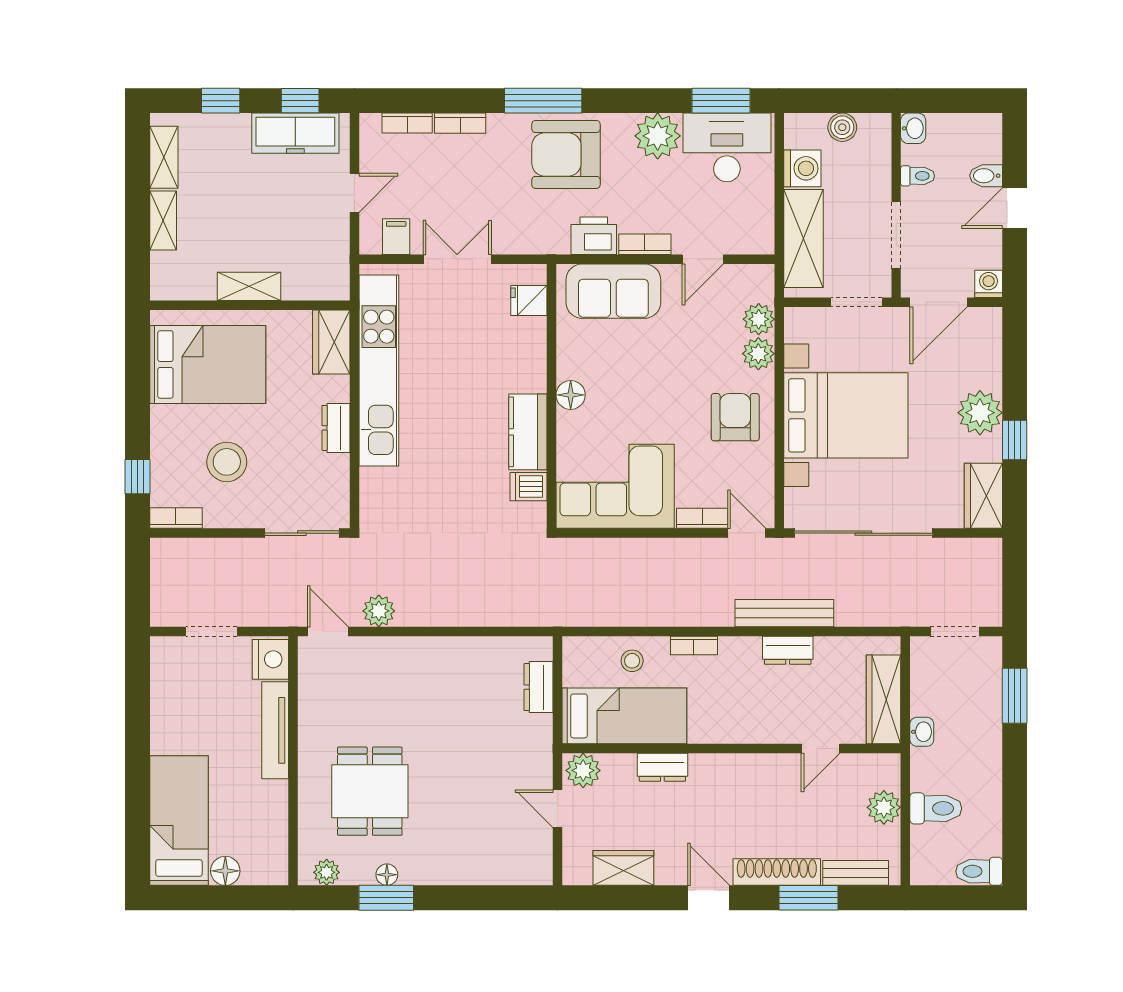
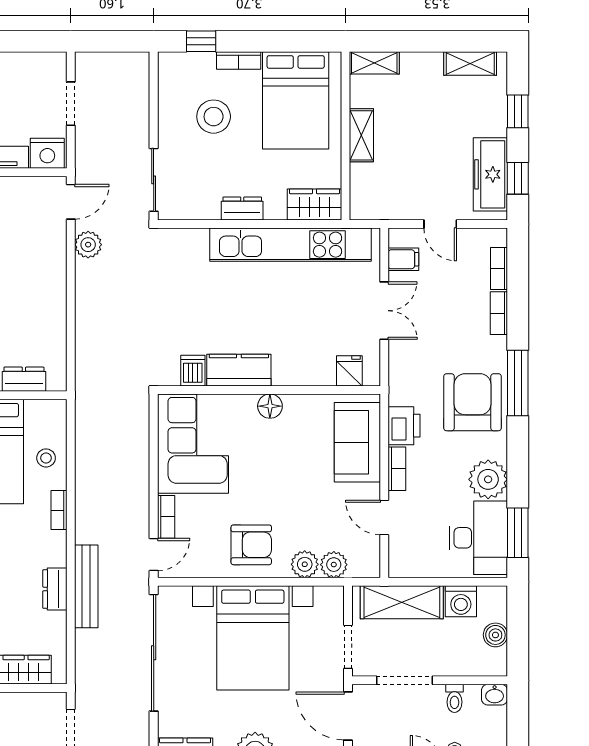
shelving: (163, 220) -> (374, 63), moved
bookcase: (176, 518) -> (239, 61), moved, turned 90

